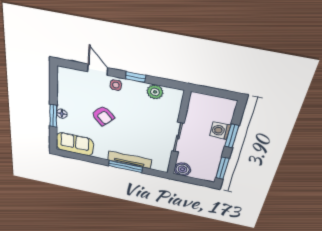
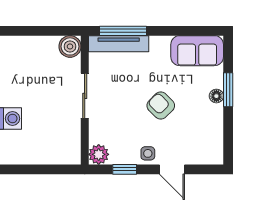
wall: (178, 135) -> (85, 100), moved
sliding door: (178, 137) -> (85, 96), moved
boiler: (182, 169) -> (70, 46), moved

